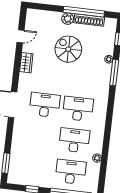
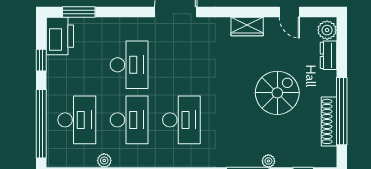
dresser: (49, 16) -> (328, 55), added
plant: (68, 19) -> (327, 30), moved
desk: (45, 105) -> (129, 65), moved
printer: (19, 176) -> (60, 36), added

